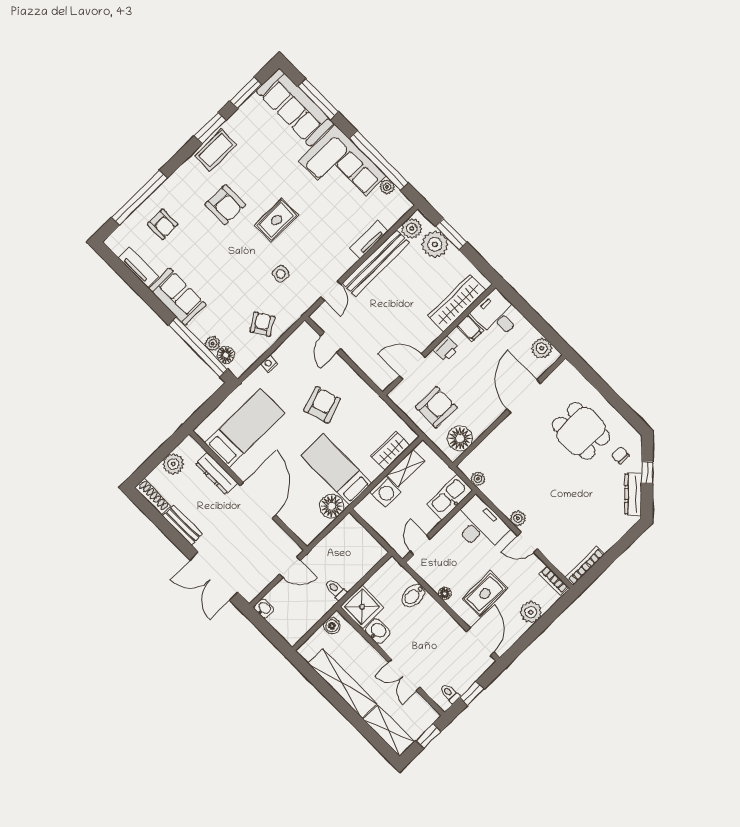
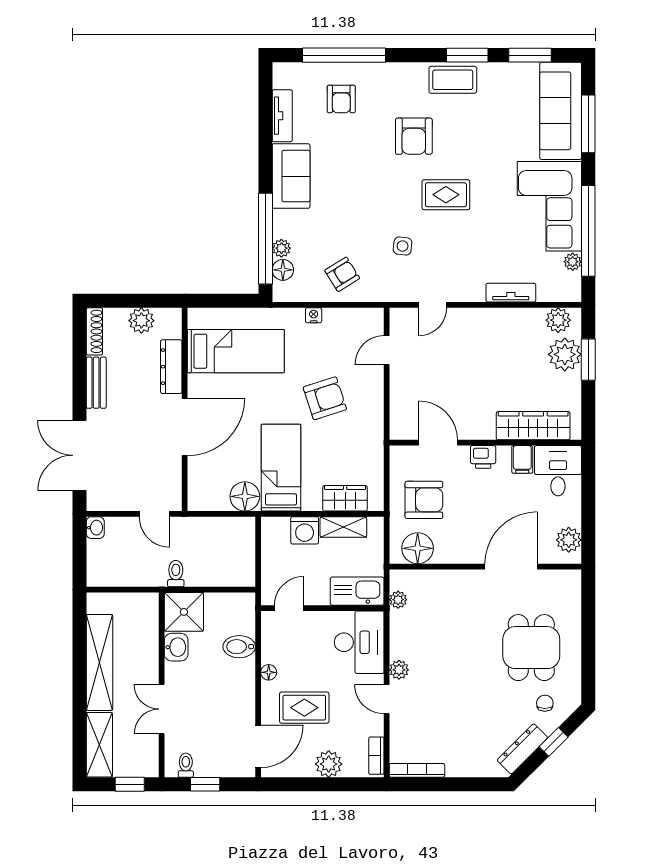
bench: (376, 263) -> (496, 320), removed
boiler: (332, 626) -> (141, 602), removed

